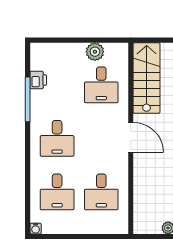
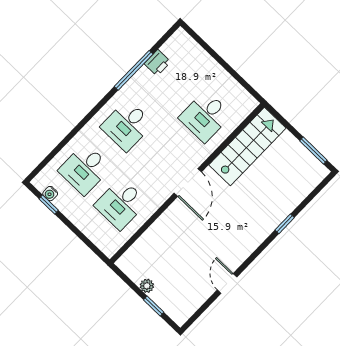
plant: (95, 52) -> (226, 84), removed
water cooler: (36, 229) -> (50, 194), moved
window: (56, 237) -> (49, 205), added

